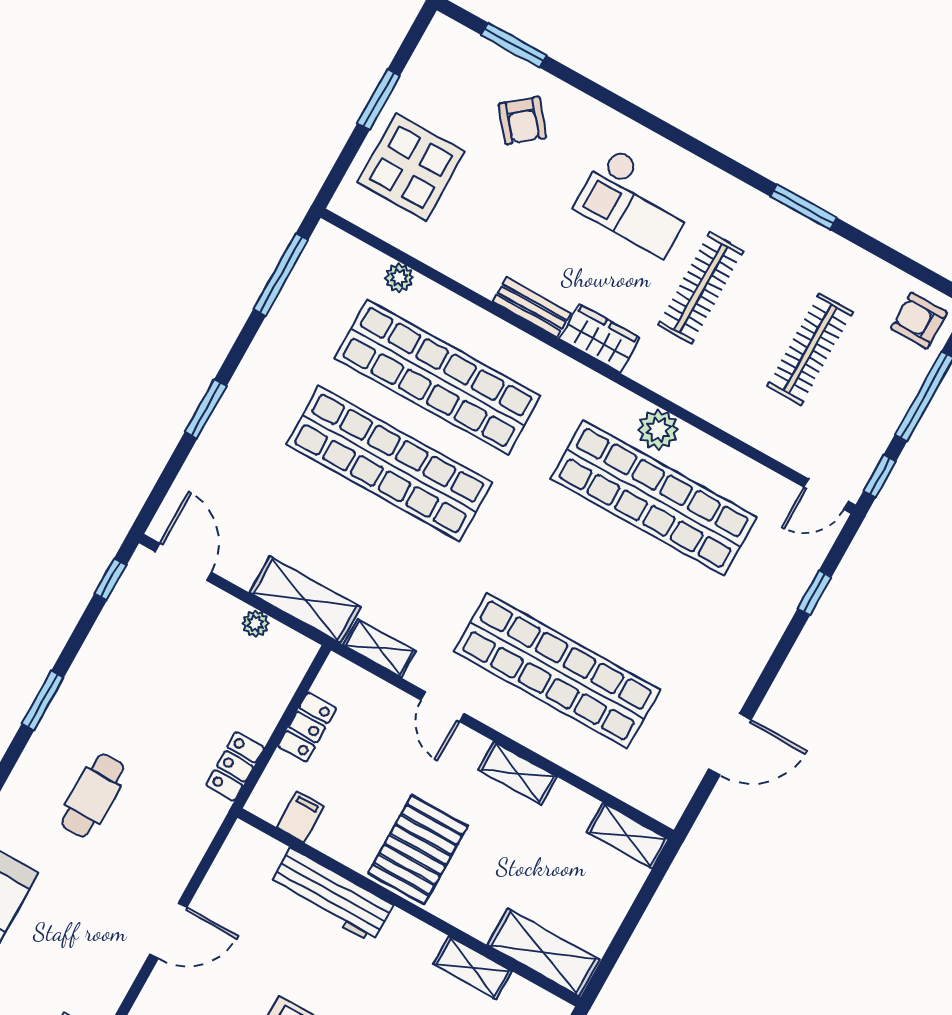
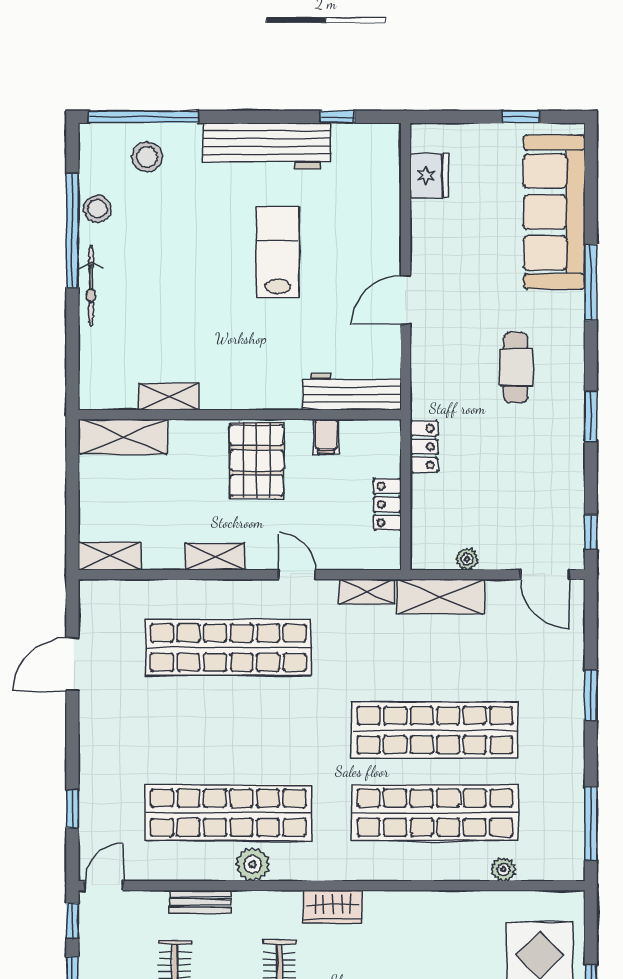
bench: (532, 307) -> (200, 902), moved
filing cabinet: (300, 817) -> (326, 436), moved
workbench: (331, 896) -> (352, 392), moved

